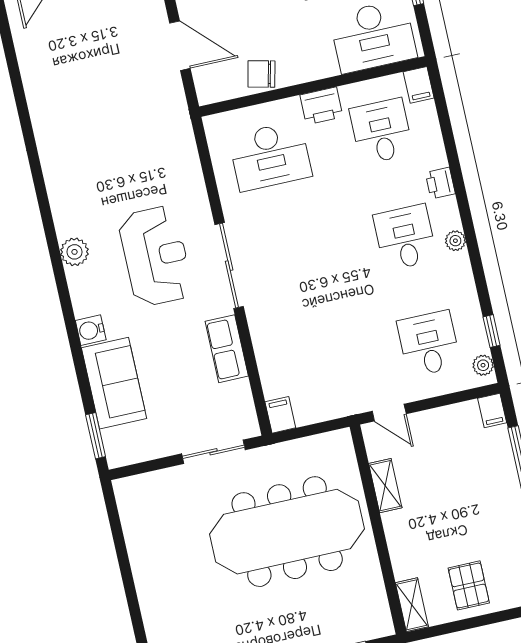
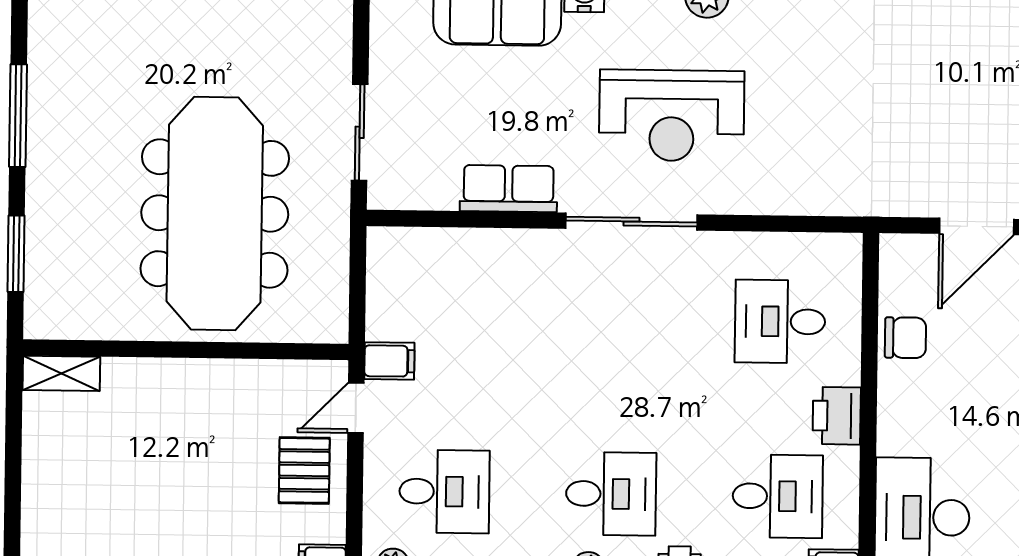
chair: (261, 74) -> (905, 338), turned 77
desk: (270, 156) -> (780, 321), width x0.73
filing cabinet: (280, 415) -> (389, 361), moved
shelving: (385, 486) -> (248, 376), removed
pallet: (469, 585) -> (304, 470), moved, turned 90

